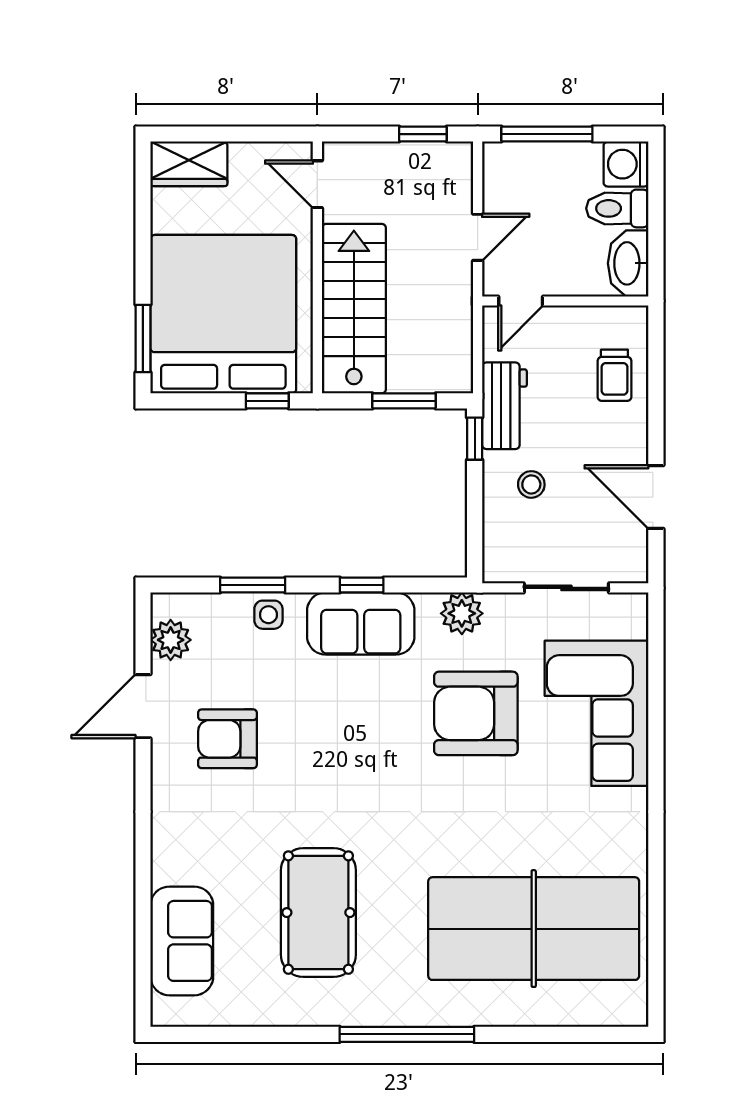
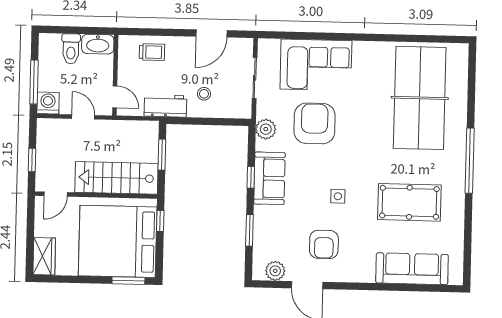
window: (423, 134) -> (32, 160), moved
washing machine: (626, 164) -> (48, 103), moved, turned 180
window: (475, 439) -> (181, 121), removed
side table: (268, 615) -> (338, 196), moved
armchair: (476, 713) -> (315, 123), turned 180
sofa: (182, 941) -> (412, 269), width x1.36

